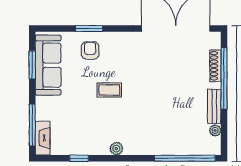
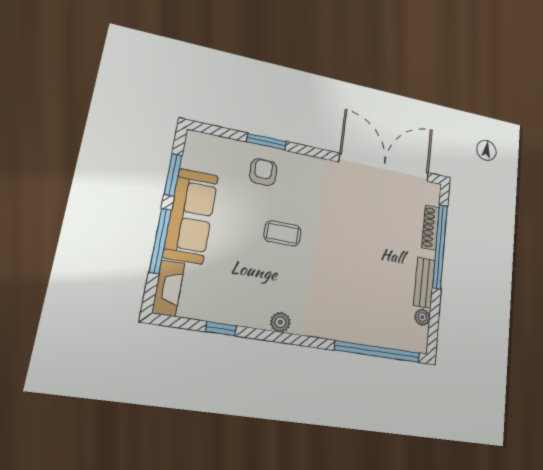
sofa: (48, 65) -> (191, 216), moved
window: (32, 125) -> (160, 241), moved

